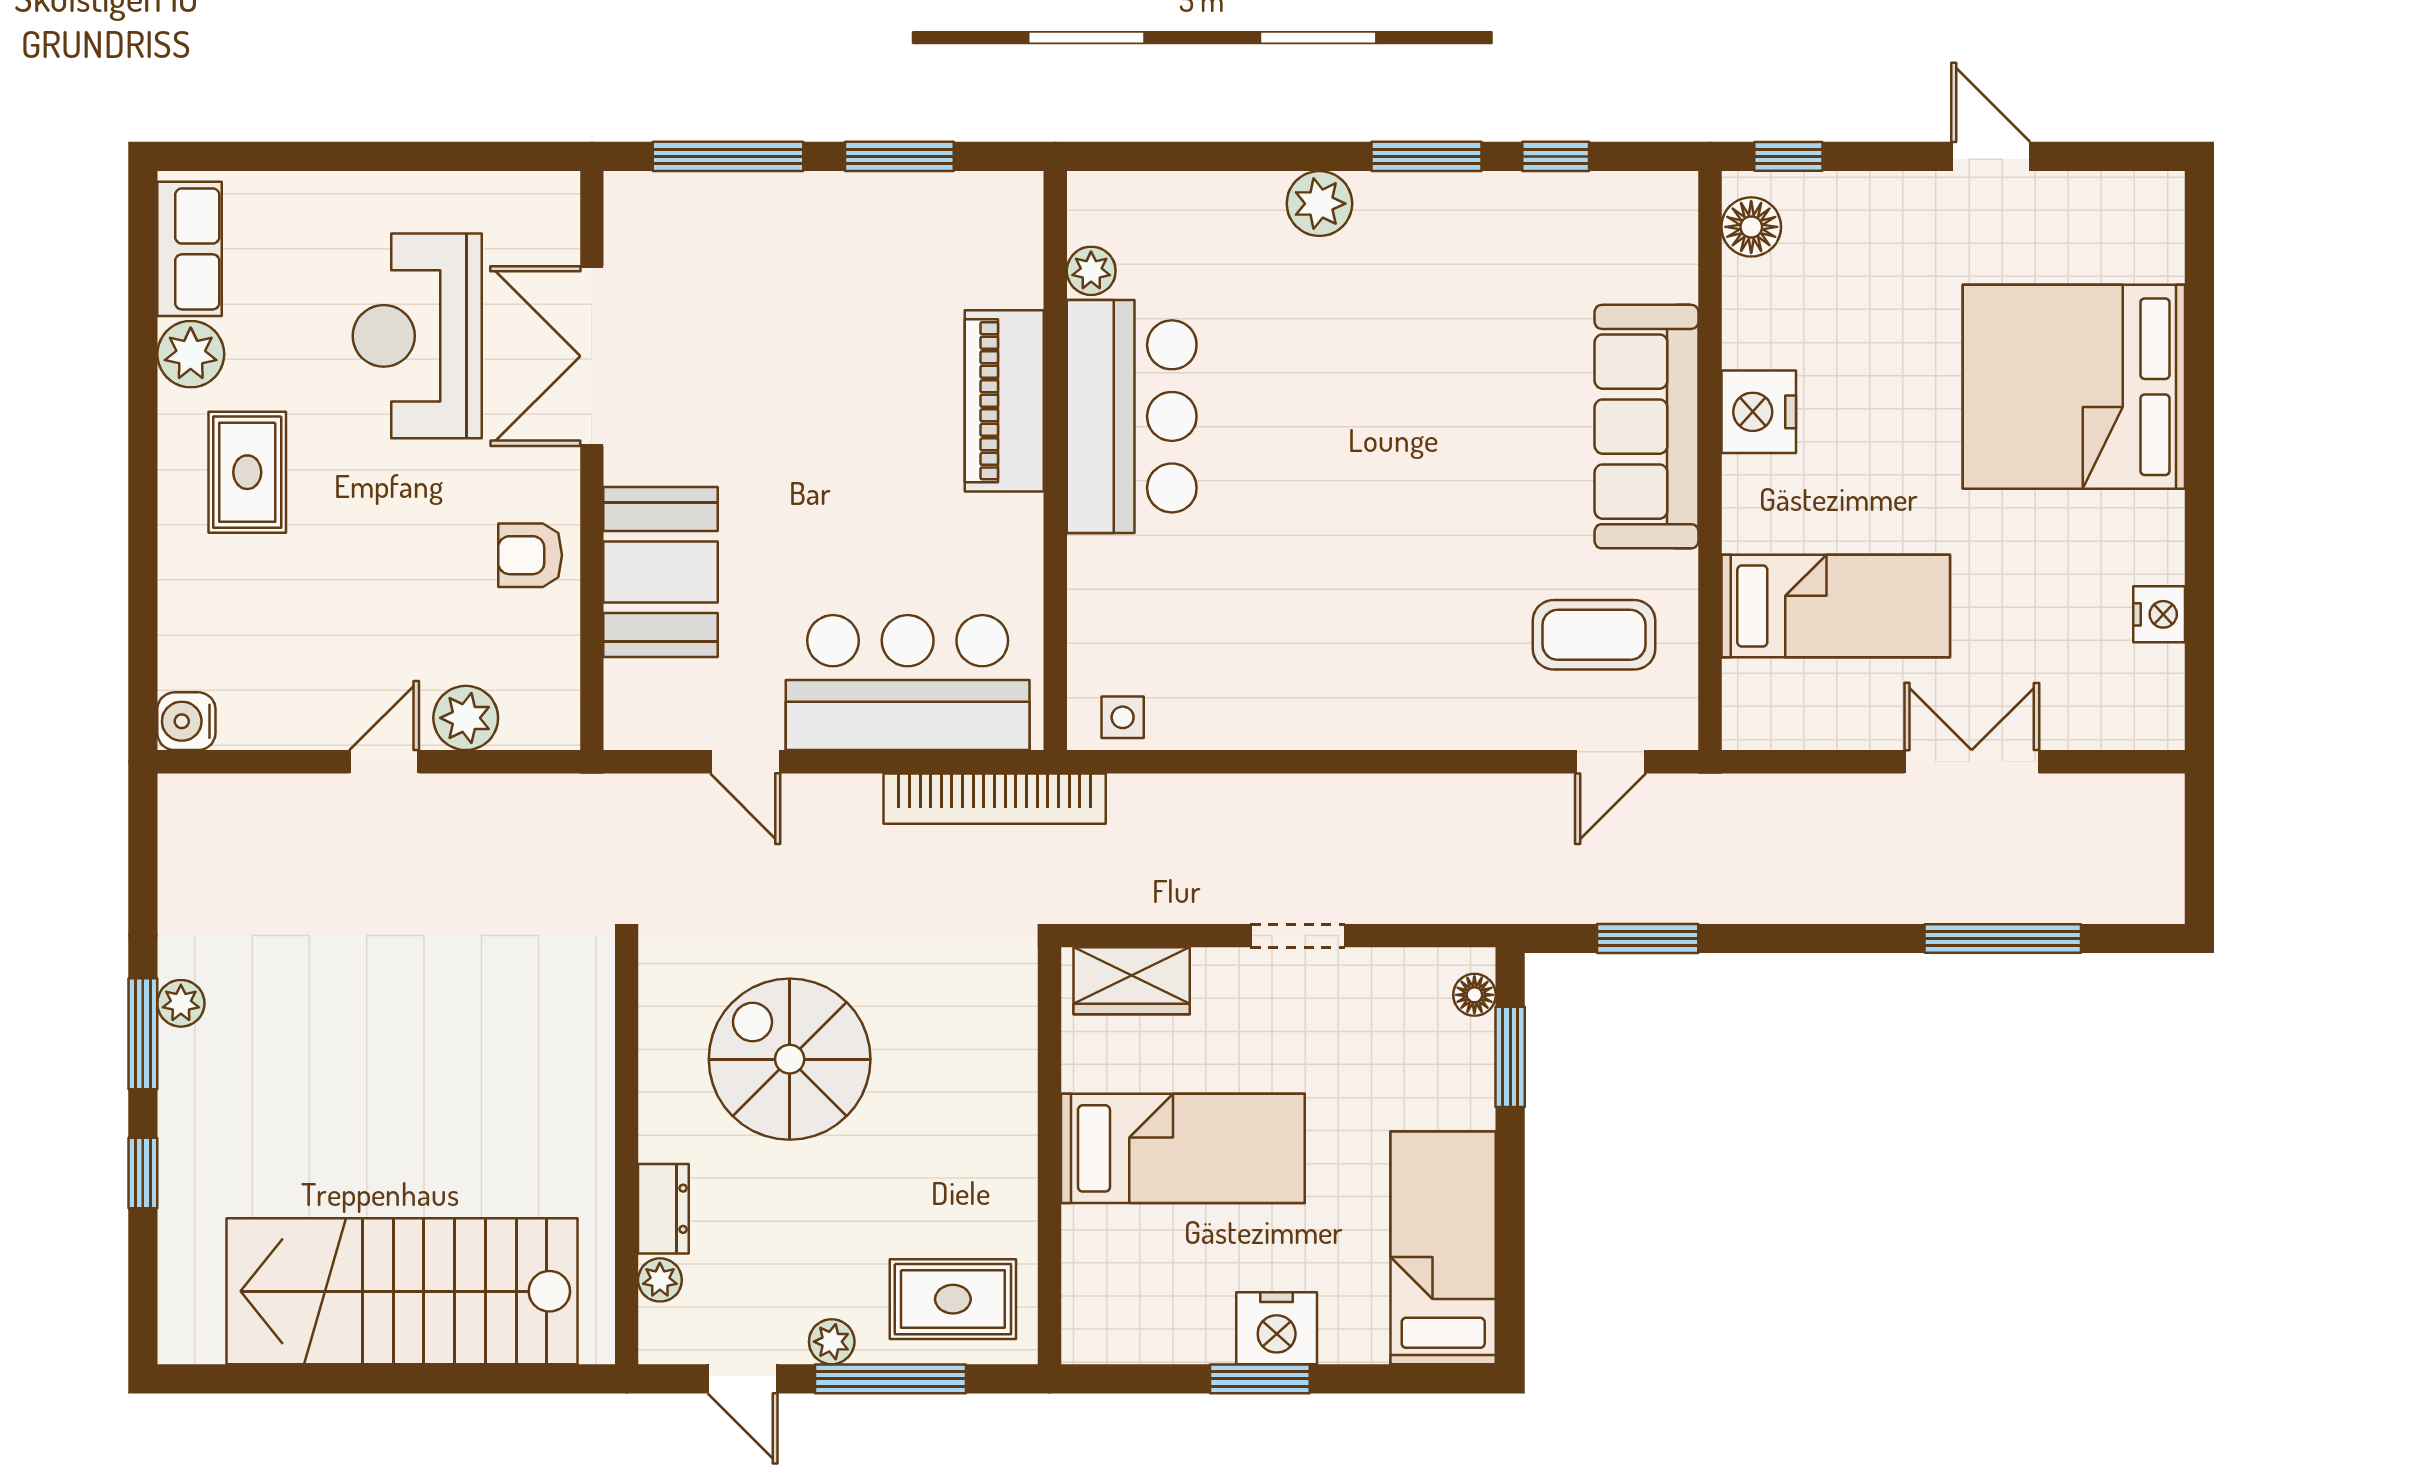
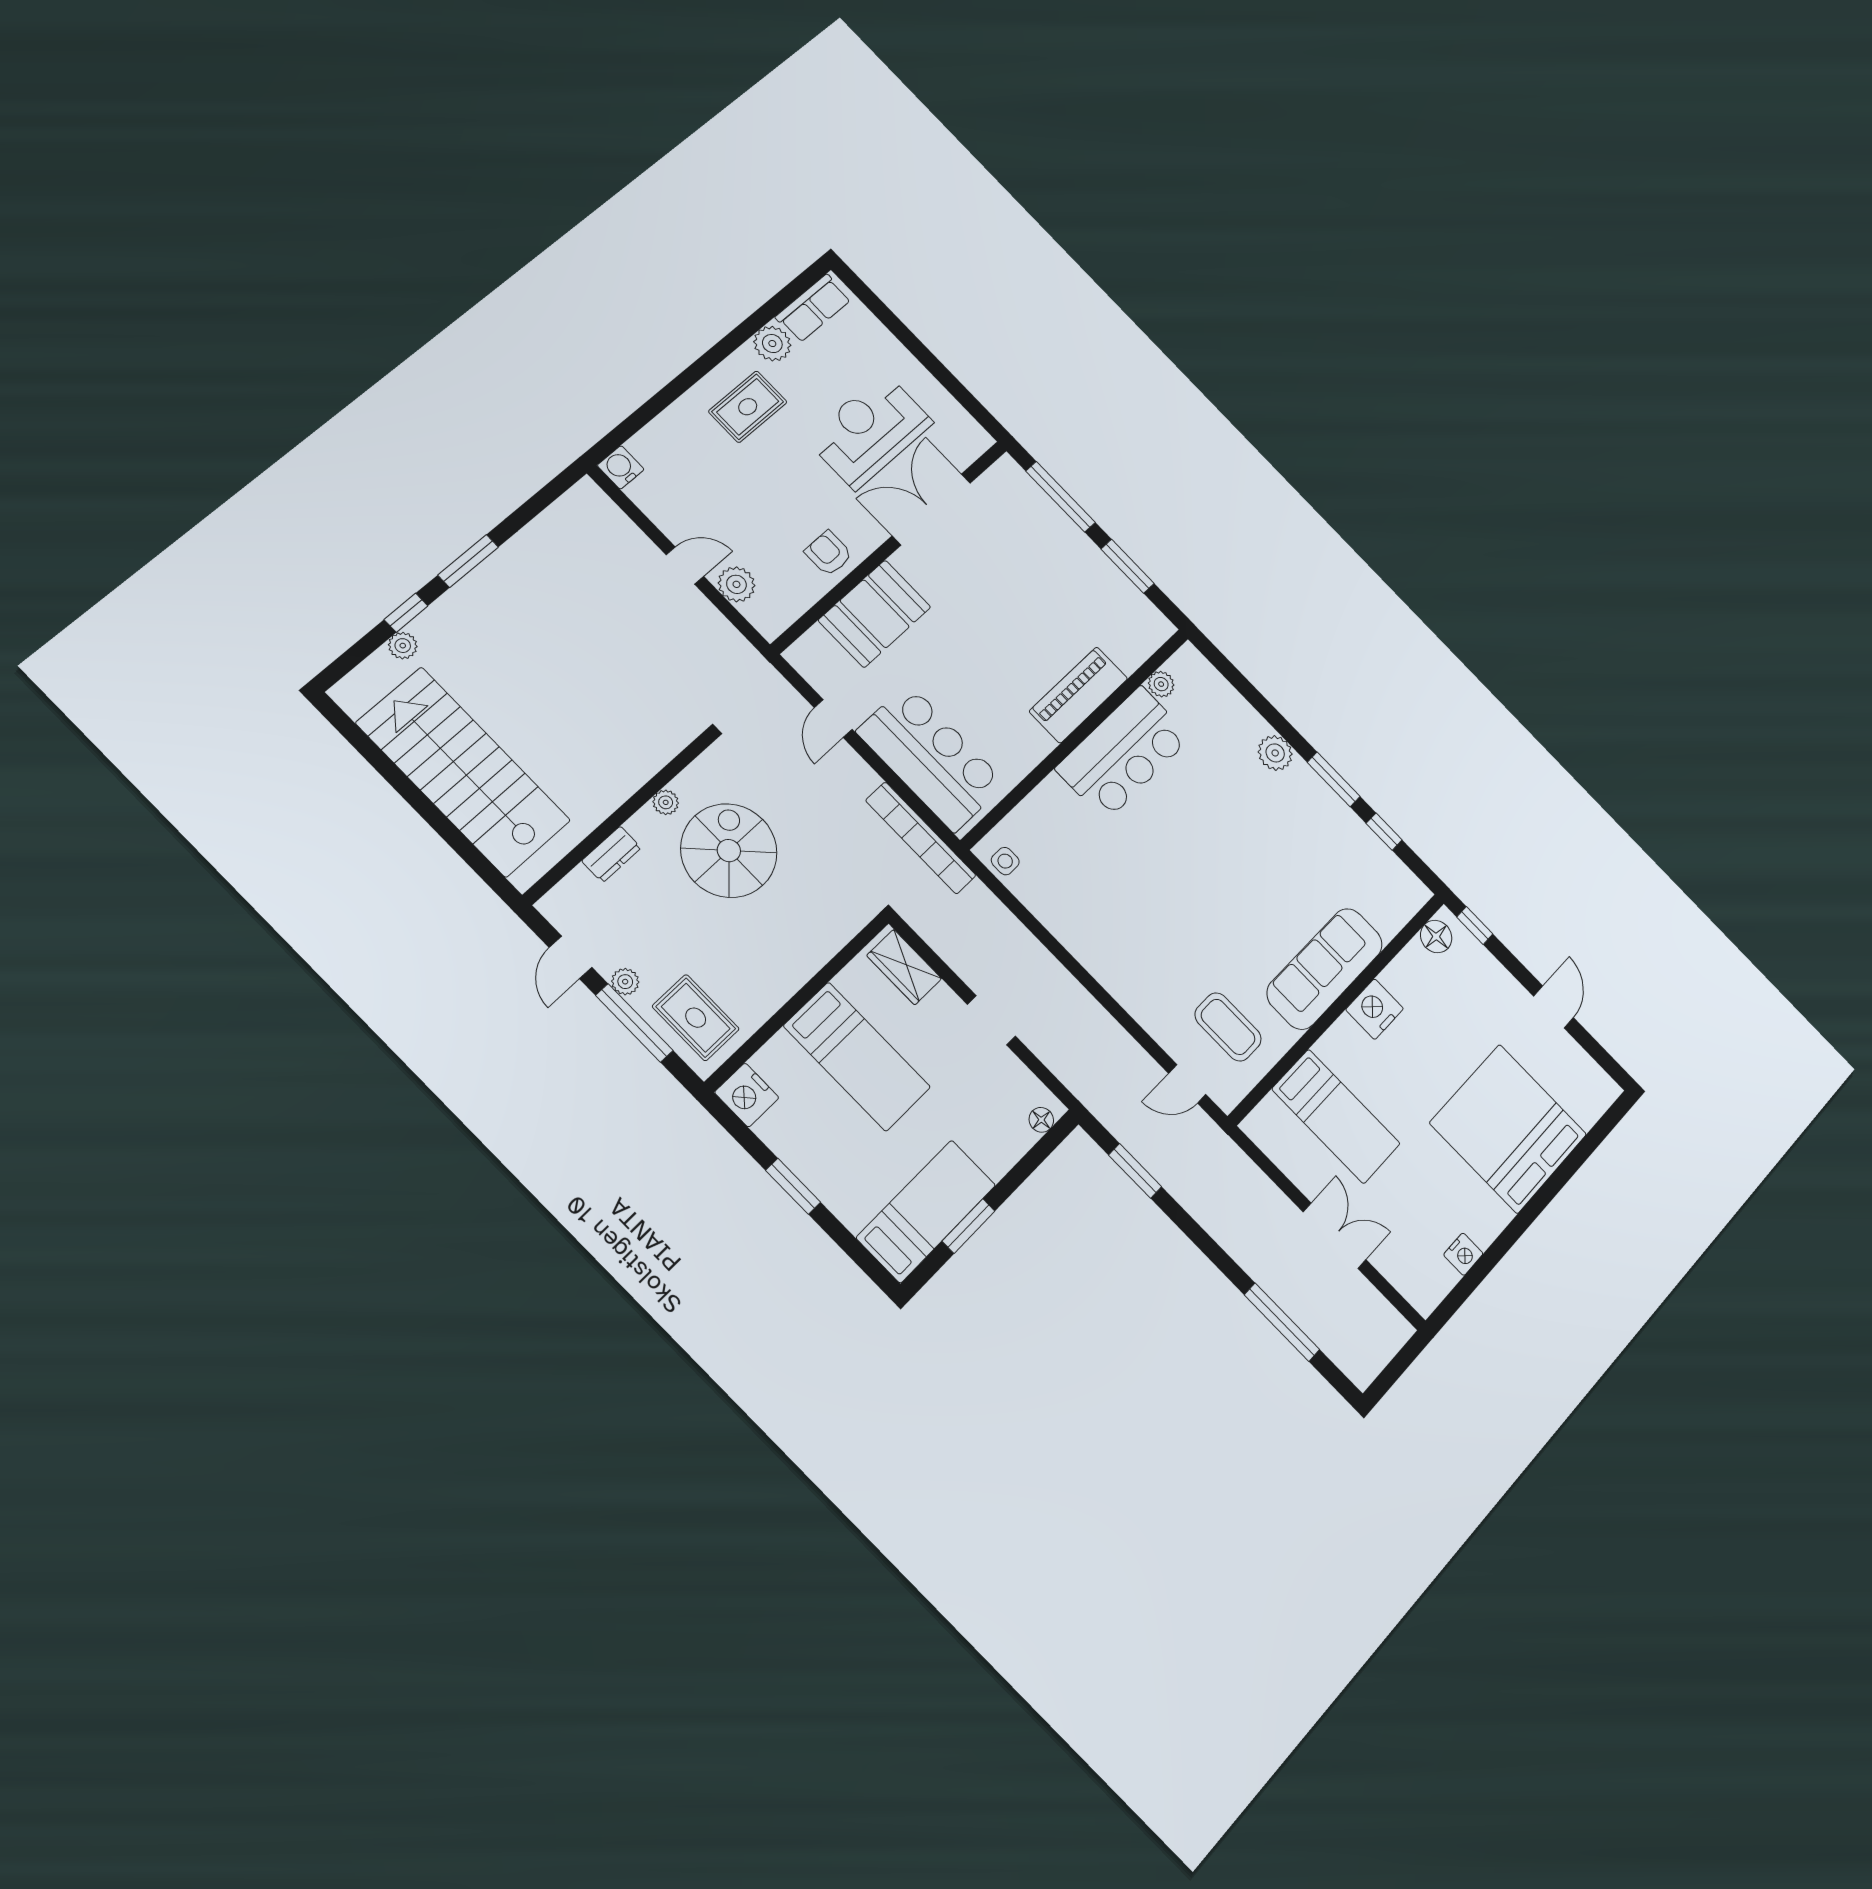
plant: (181, 1003) -> (403, 646), moved
window: (1510, 1057) -> (968, 1226), moved
plant: (660, 1280) -> (666, 802), moved
nightstand: (1277, 1328) -> (747, 1095), moved

